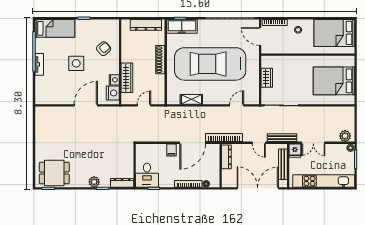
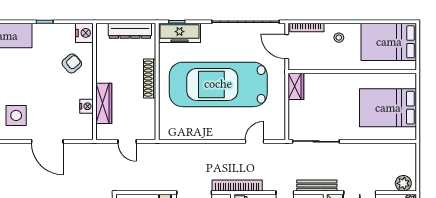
side table: (76, 63) -> (16, 115), moved
wardrobe: (267, 78) -> (296, 86), moved
nightstand: (113, 93) -> (84, 33), moved
shelving: (191, 99) -> (192, 133), removed
door: (86, 105) -> (47, 141), swing flipped
door: (144, 105) -> (127, 141), swing flipped

